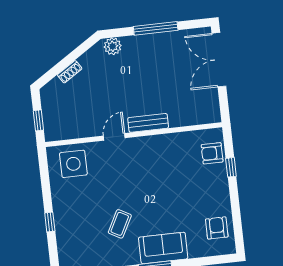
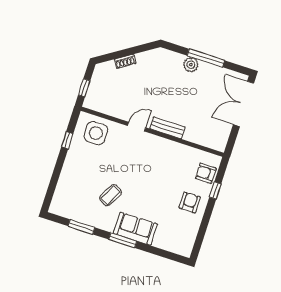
plant: (113, 46) -> (191, 65), moved
window: (50, 222) -> (67, 140), moved
armchair: (217, 228) -> (190, 203), moved

